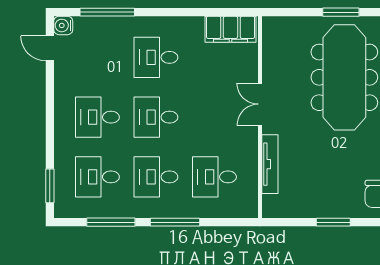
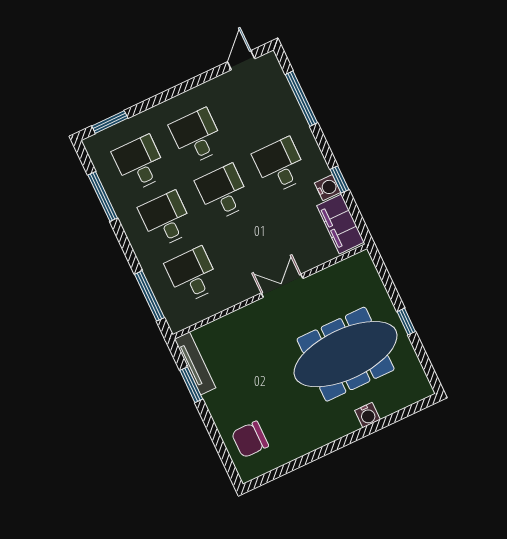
window: (192, 12) -> (339, 180), added
window: (341, 12) -> (406, 322), width x0.67
water cooler: (63, 25) -> (328, 188), moved, turned 90
tv unit: (270, 164) -> (195, 363), moved, turned -90
window: (175, 222) -> (149, 296), moved
window: (333, 222) -> (191, 385), moved

